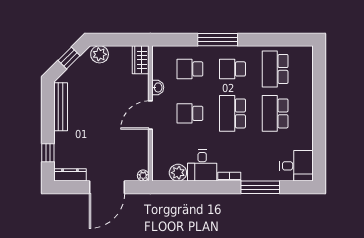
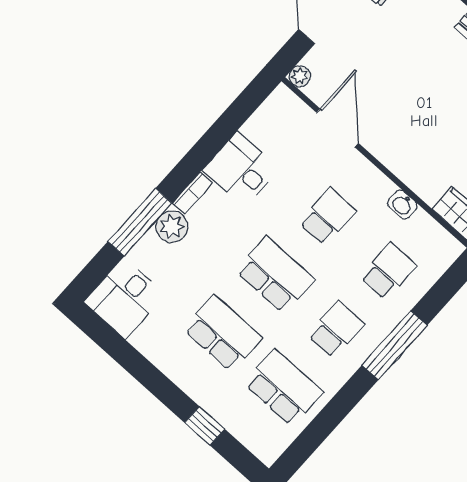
window: (319, 87) -> (205, 426), added
door: (150, 115) -> (338, 128), moved
plant: (178, 173) -> (172, 227), moved

